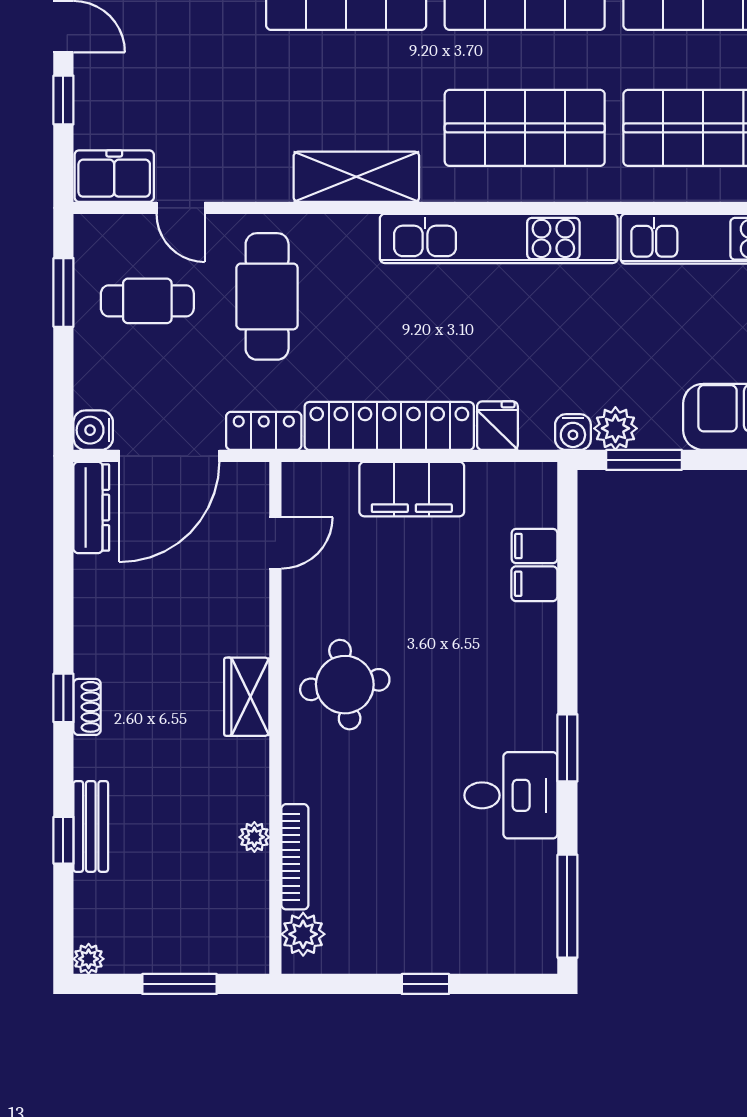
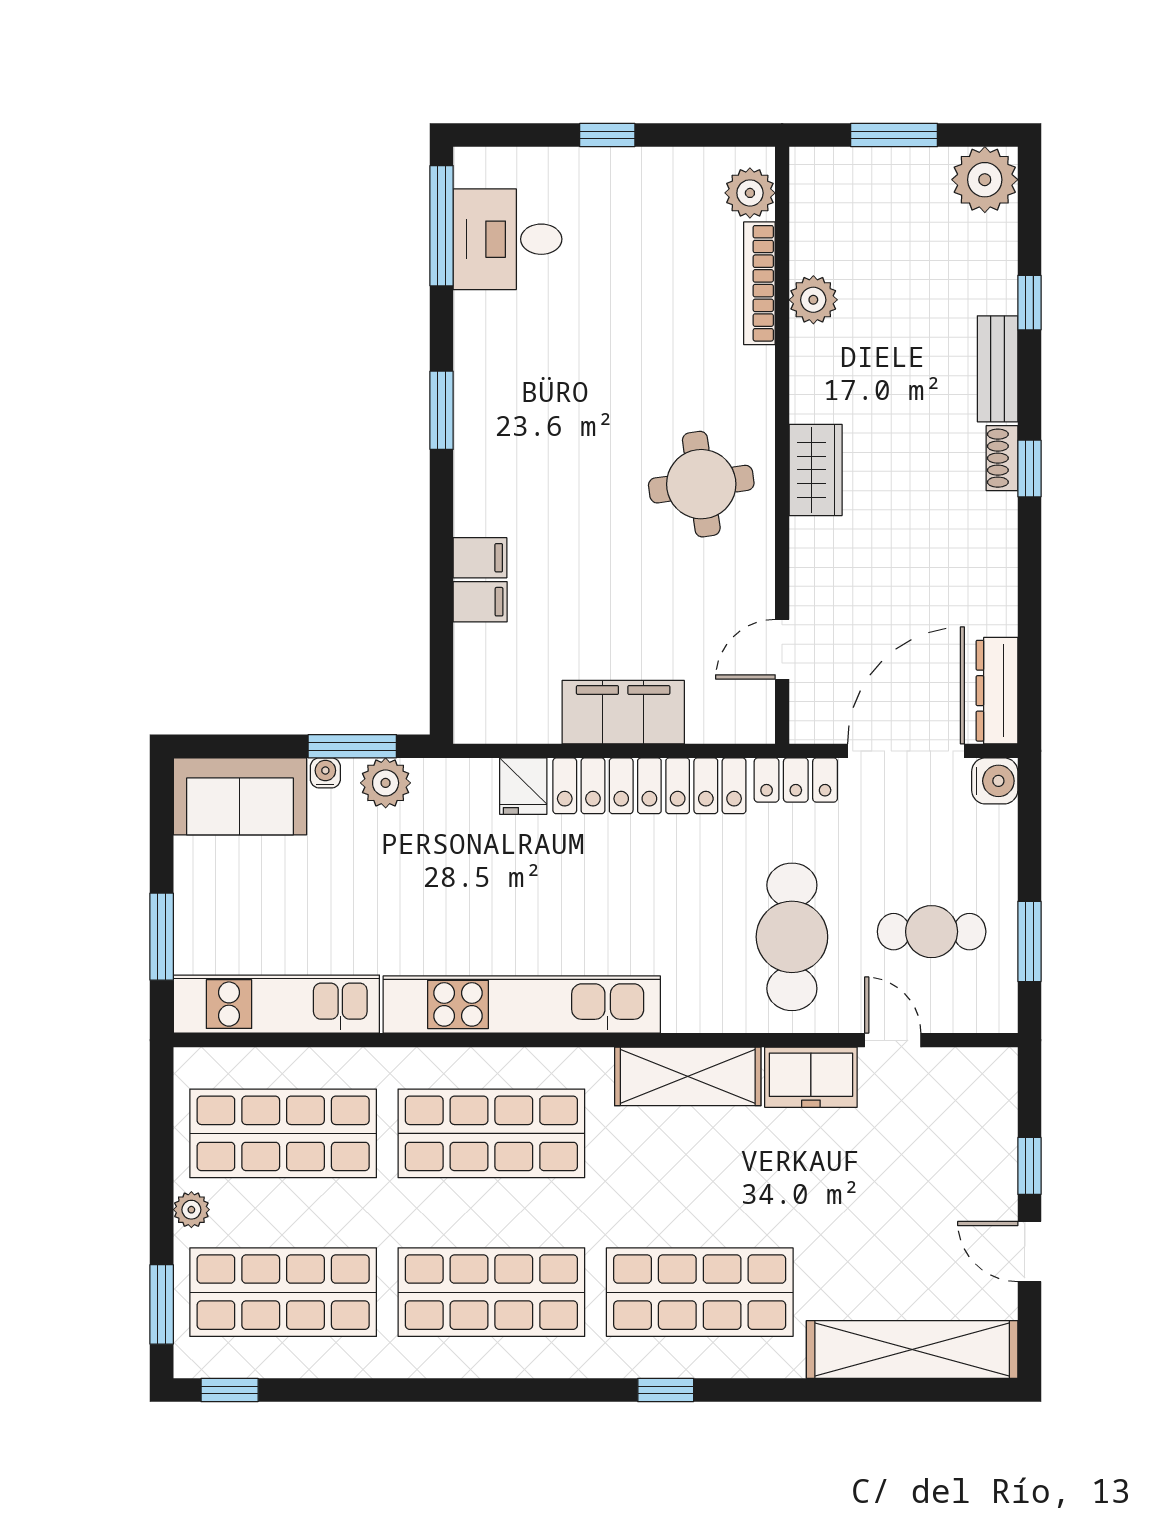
freezer: (114, 176) -> (811, 1077), moved
water cooler: (573, 432) -> (325, 773), moved, width x0.72, depth x0.72
filing cabinet: (535, 546) -> (480, 558), moved
desk: (511, 795) -> (508, 239), moved
bench: (91, 826) -> (998, 369), moved
plant: (254, 837) -> (813, 300), width x1.38, depth x1.38
plant: (89, 959) -> (985, 180), width x1.87, depth x1.87

